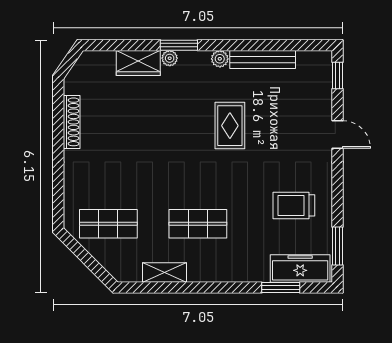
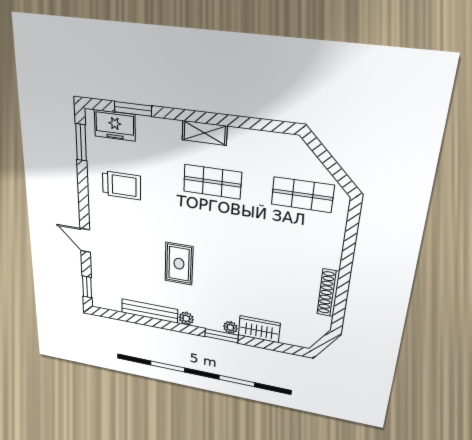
freezer: (300, 268) -> (115, 125), width x0.71
shelving: (165, 272) -> (205, 133), moved

